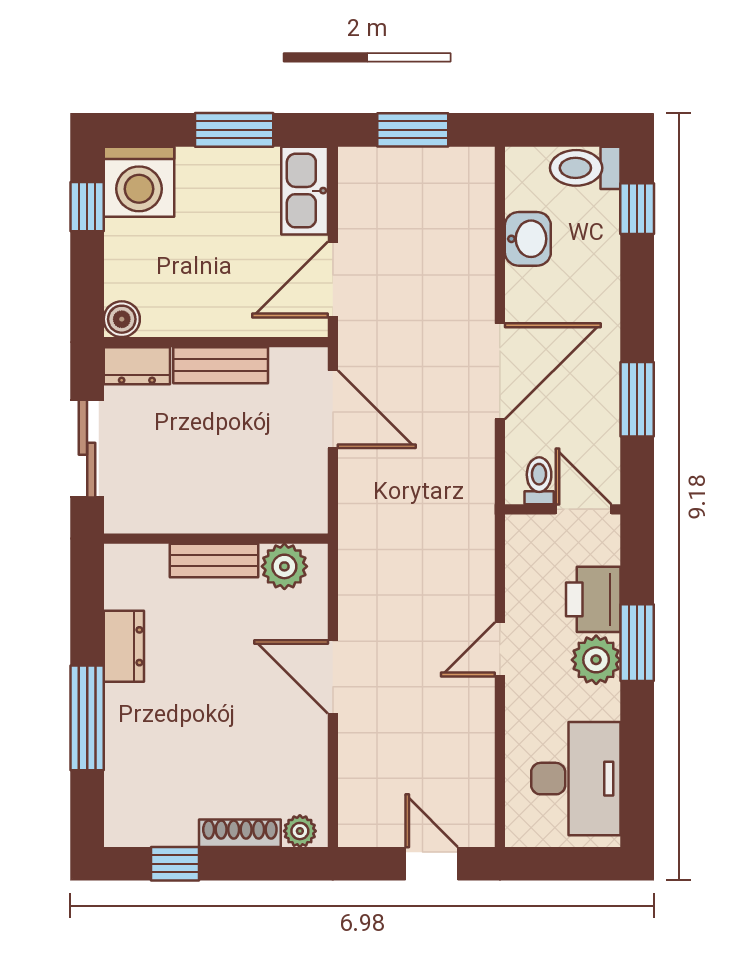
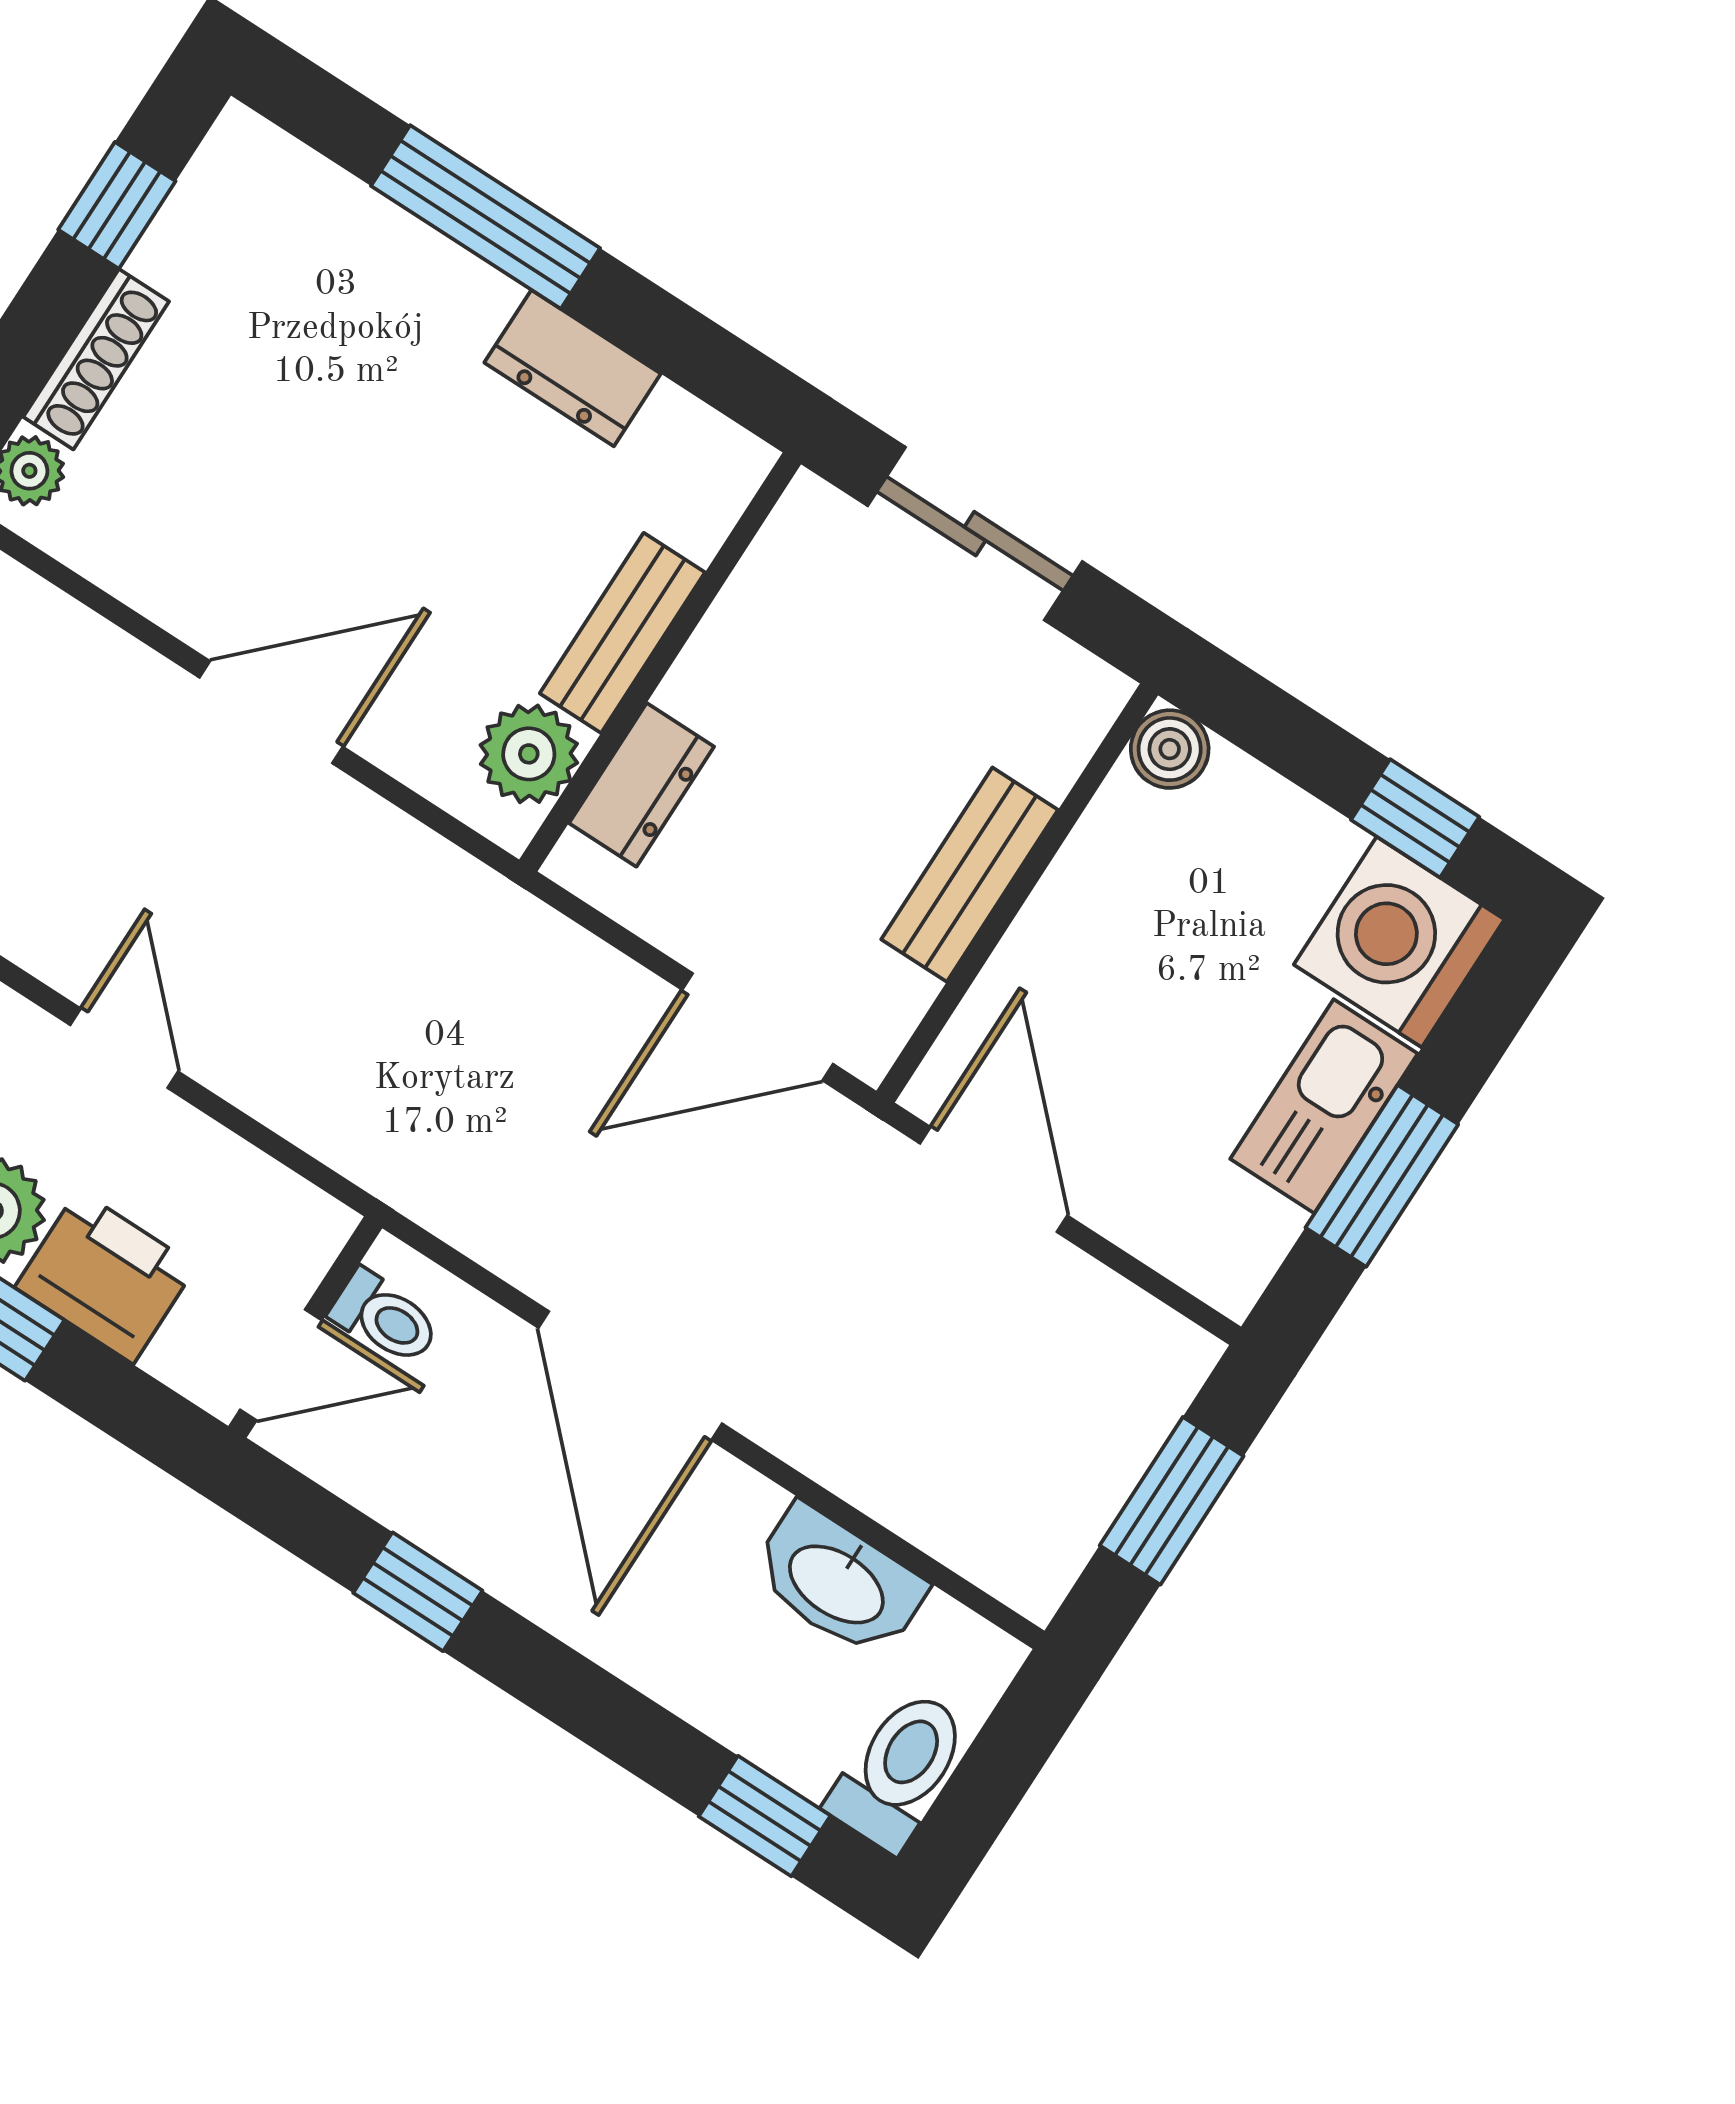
kitchen sink: (305, 191) -> (1324, 1106), moved, turned -90
washbasin: (528, 239) -> (838, 1582), width x1.38
dresser: (137, 366) -> (642, 785), moved, turned 180
window: (637, 399) -> (418, 1592), width x0.67

